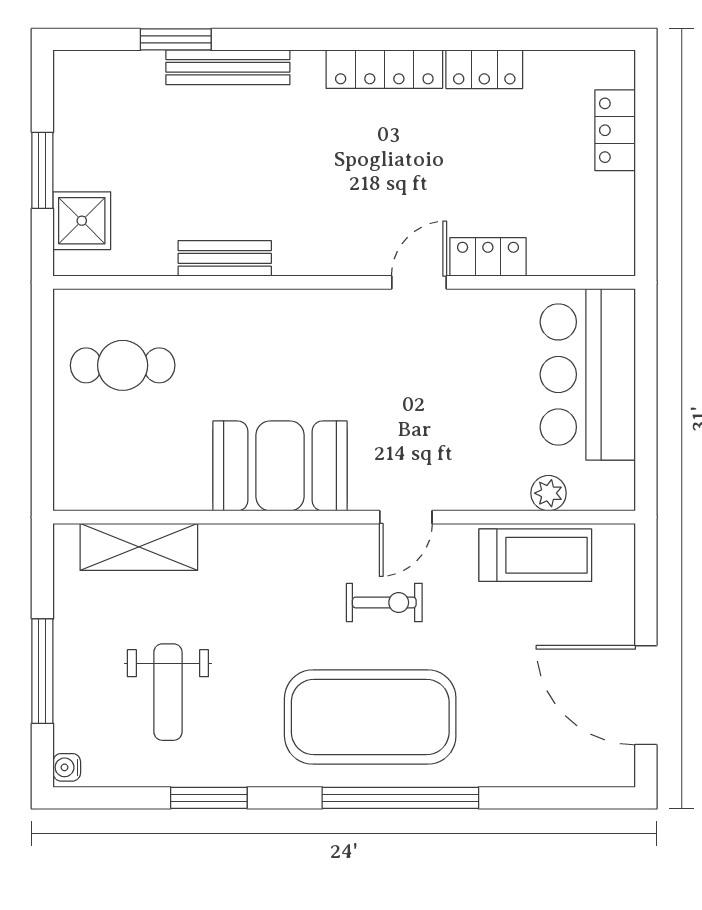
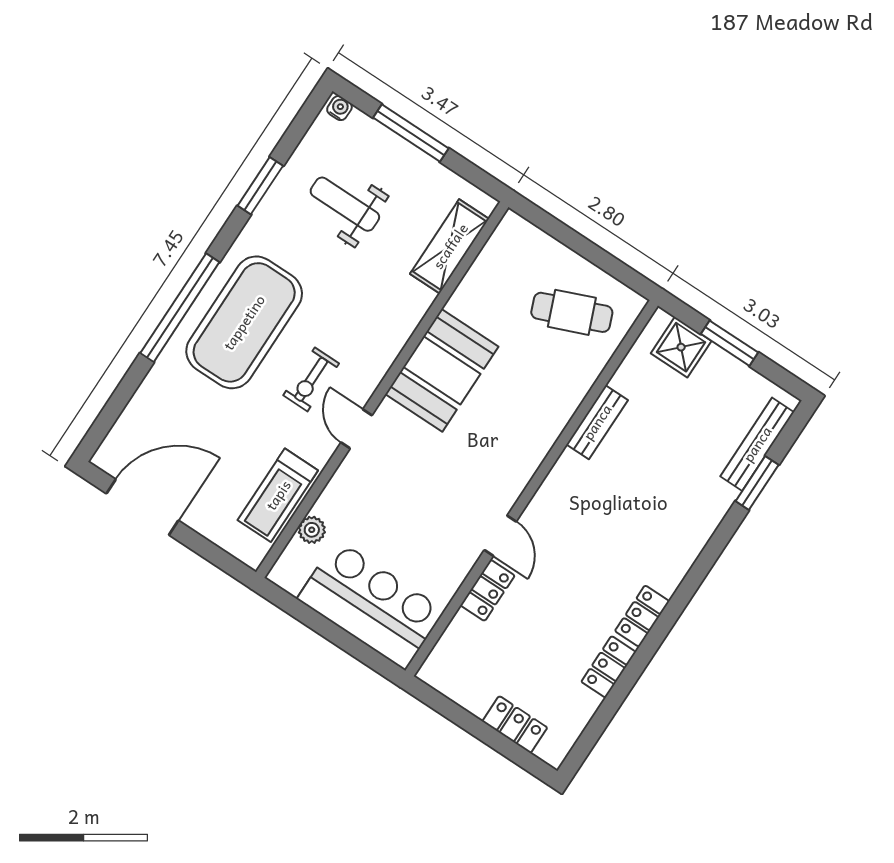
bench: (228, 67) -> (757, 444), moved
locker: (384, 69) -> (642, 616), width x0.66
cafe table: (123, 365) -> (572, 312), turned 68

